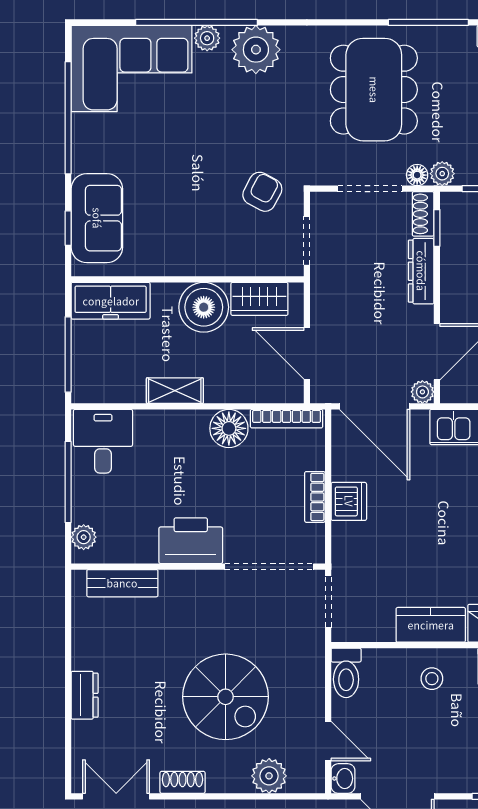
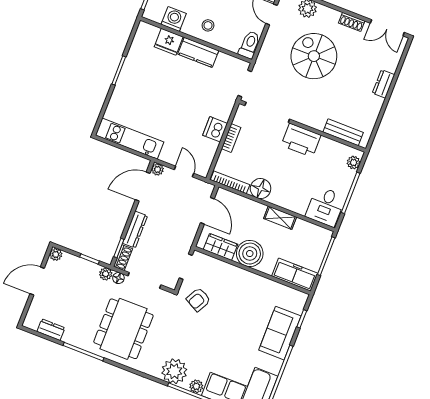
sofa: (97, 218) -> (280, 333), moved
door: (375, 406) -> (184, 171), width x0.53

